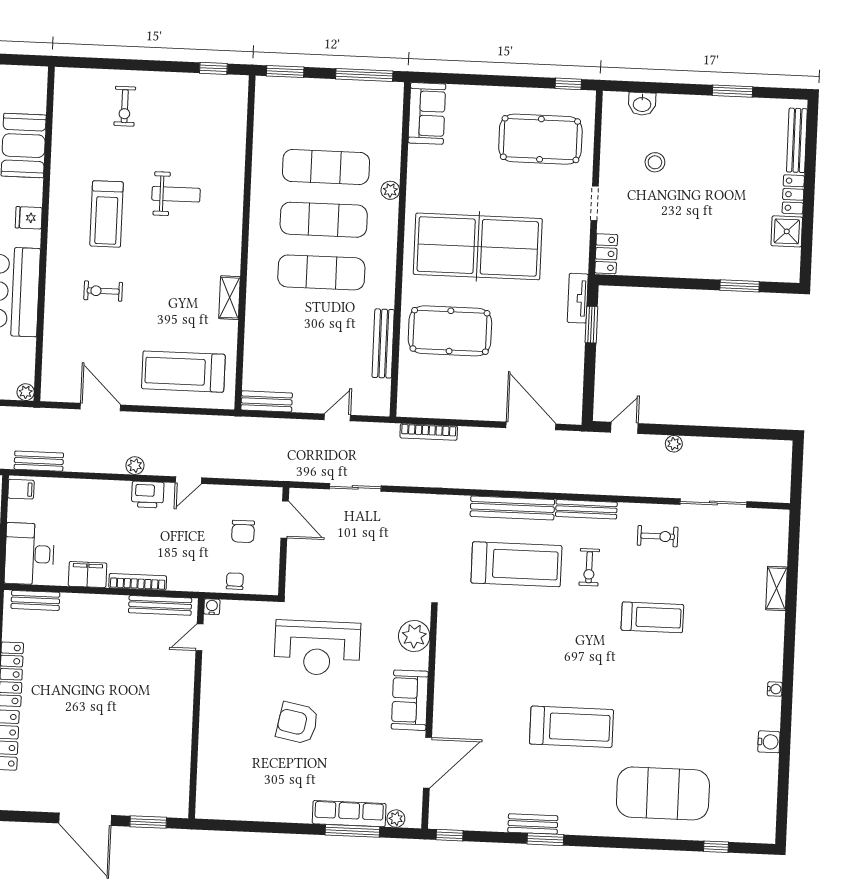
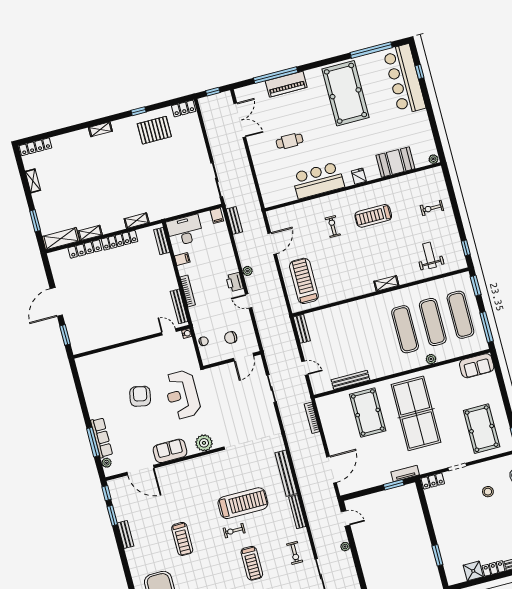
weight bench: (176, 194) -> (430, 255), moved, turned 180
exercise mat: (321, 272) -> (460, 315), moved
shelving: (230, 298) -> (386, 283), moved
plant: (26, 392) -> (433, 159), moved
treadmill: (516, 564) -> (243, 503), moved, turned -90
exercise bike: (589, 567) -> (234, 531), moved
filing cabinet: (88, 575) -> (182, 259), width x0.50
treadmill: (572, 727) -> (182, 539), width x0.73, depth x0.73
window: (545, 839) -> (112, 515), moved

